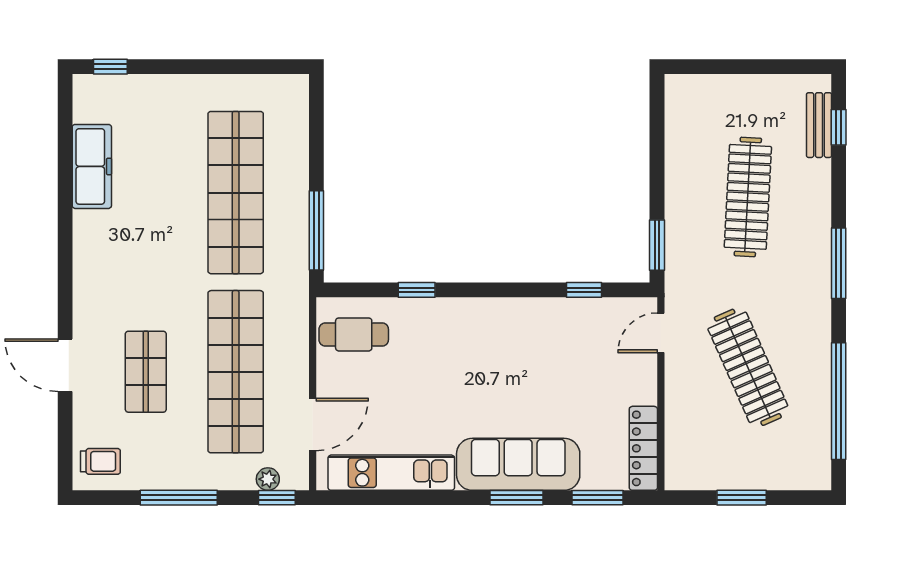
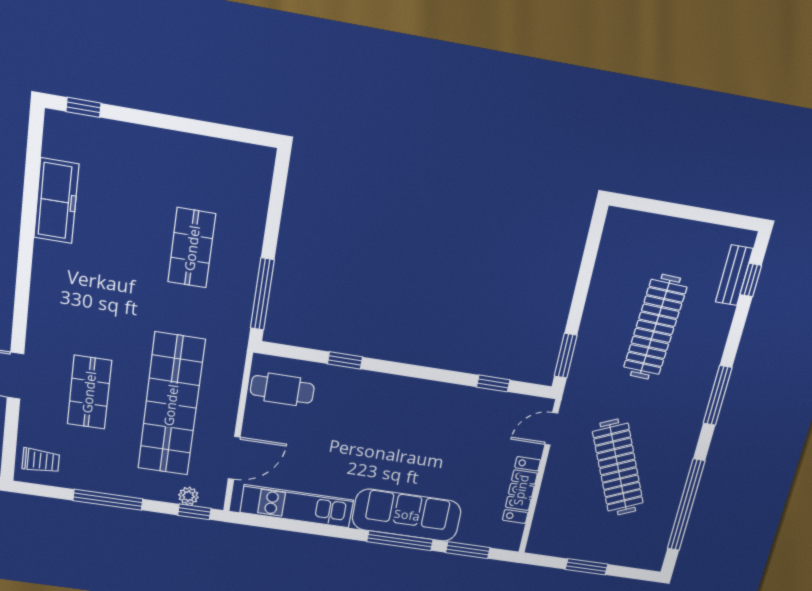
shop shelf: (236, 193) -> (192, 248), width x0.50, depth x0.74
locker: (643, 448) -> (521, 490), moved
window: (517, 498) -> (400, 541), width x1.44

